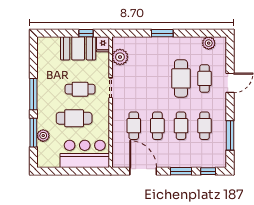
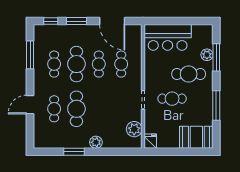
window: (86, 33) -> (166, 152), removed
window: (162, 33) -> (74, 152), moved
plant: (209, 43) -> (96, 142), moved
booth: (78, 48) -> (196, 137), moved
window: (33, 94) -> (216, 105), moved
cafe table: (74, 118) -> (189, 74), moved
cafe table: (181, 126) -> (76, 64), width x1.37, depth x1.35

